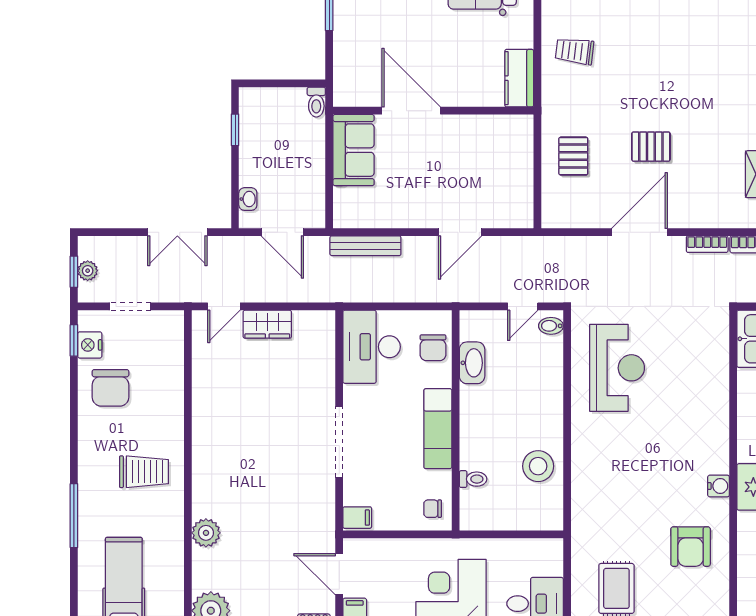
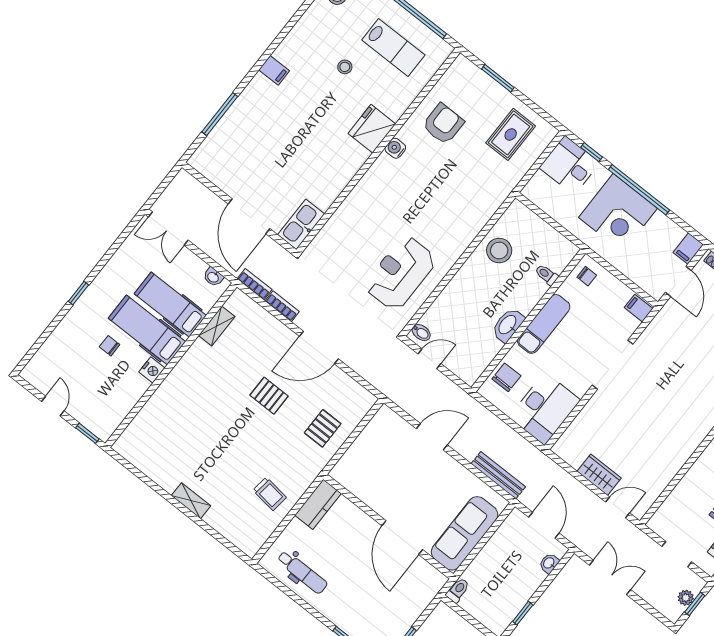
sofa: (354, 150) -> (465, 533), width x1.36
washbasin: (472, 363) -> (508, 325), moved

